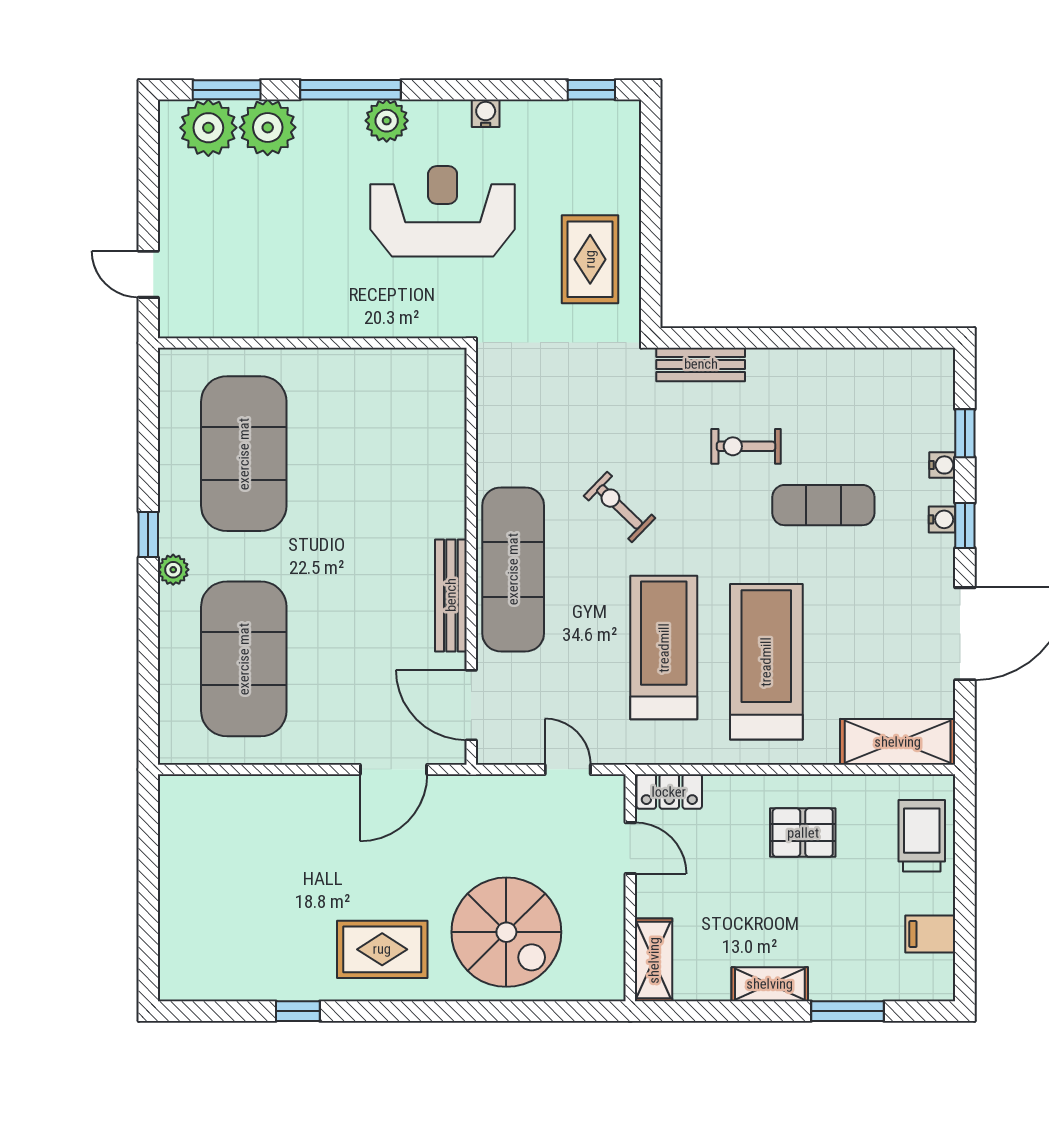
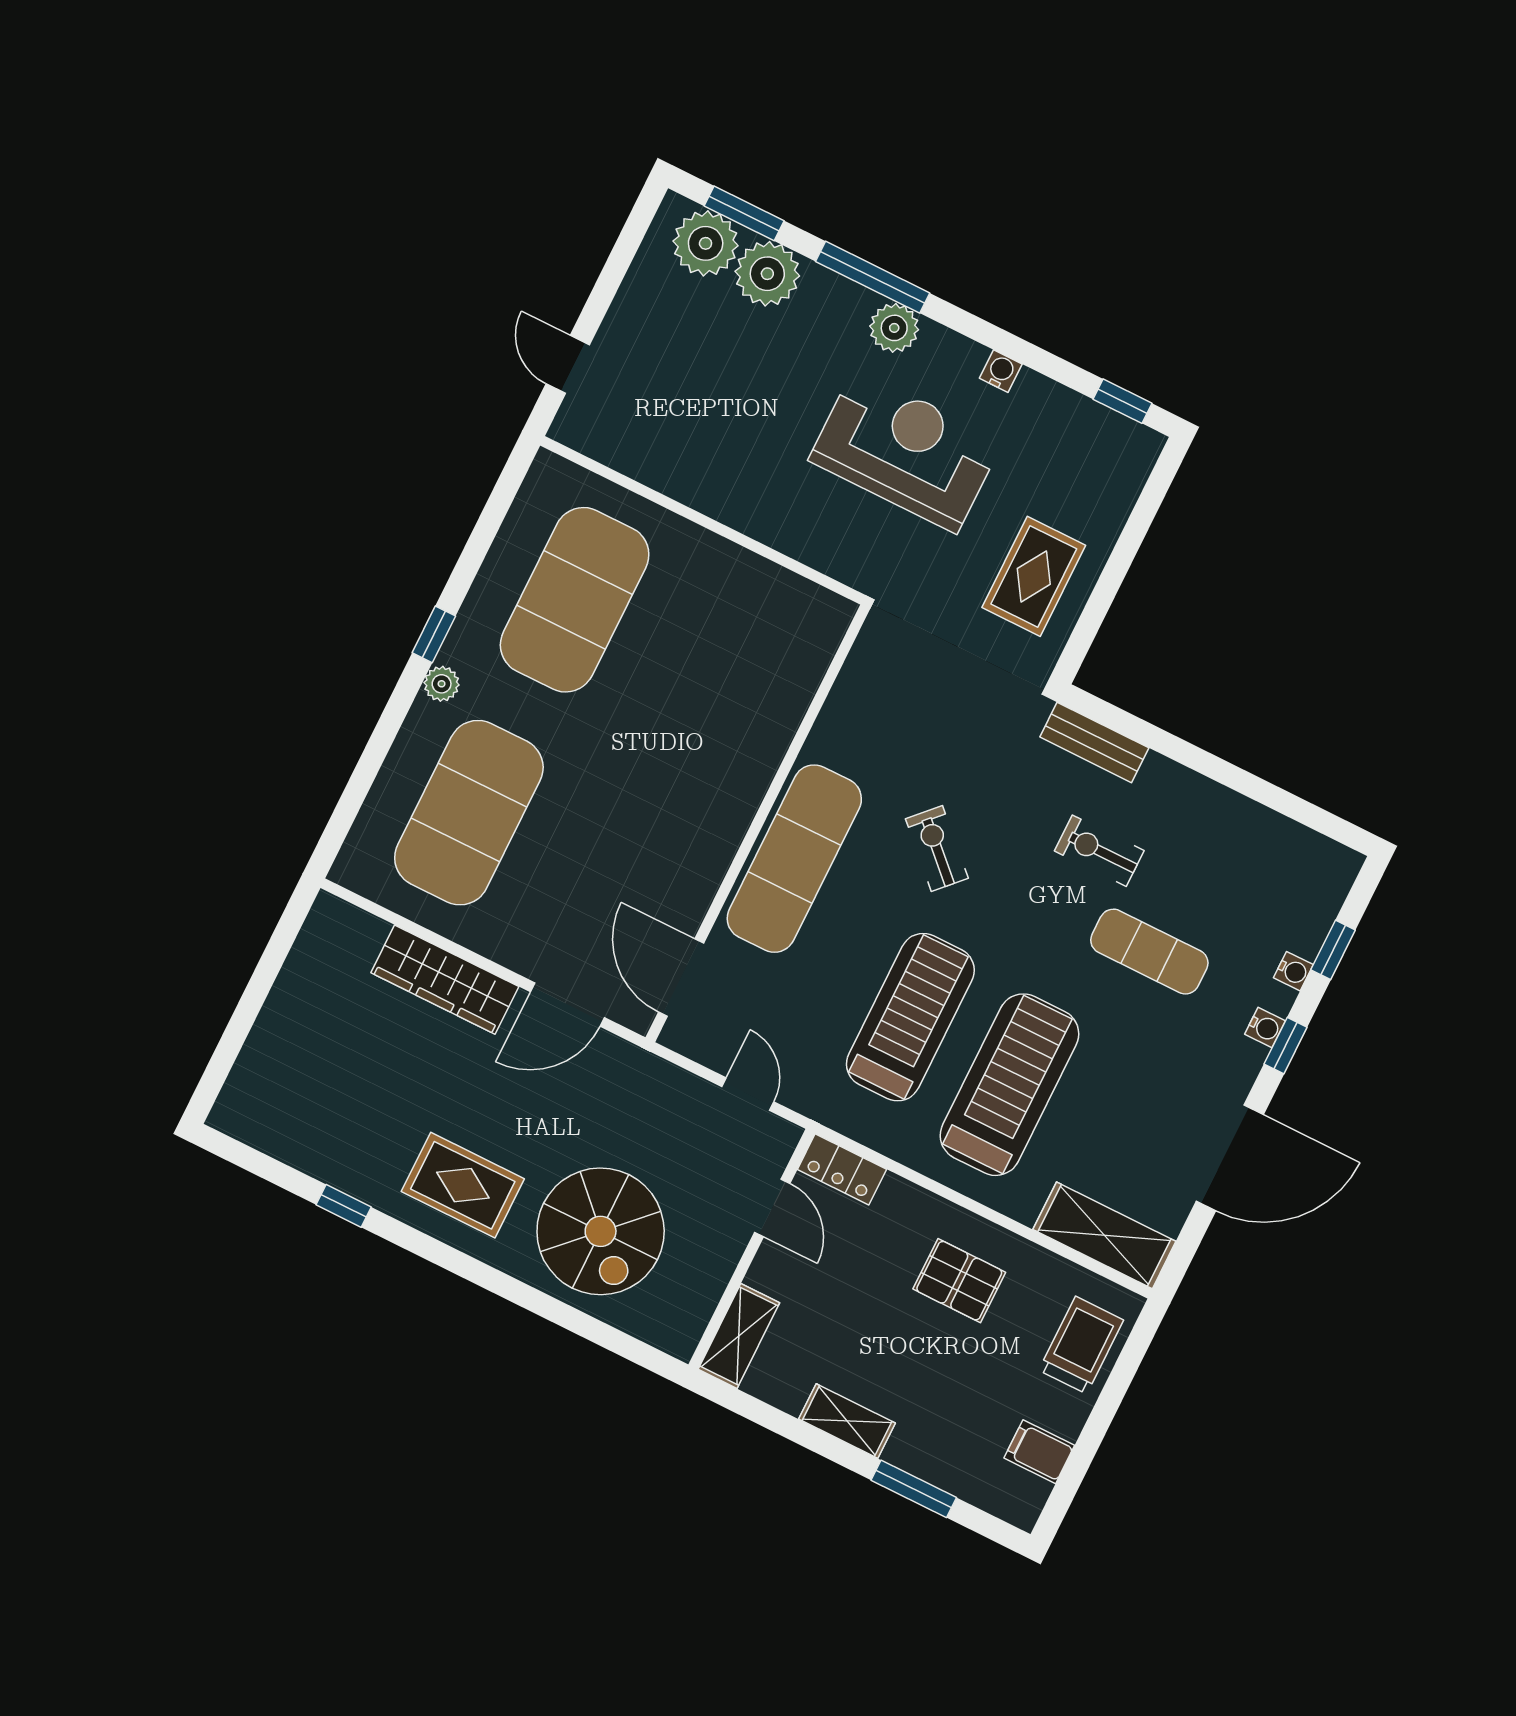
bench: (451, 595) -> (716, 854), removed
wardrobe: (289, 797) -> (445, 980), added

